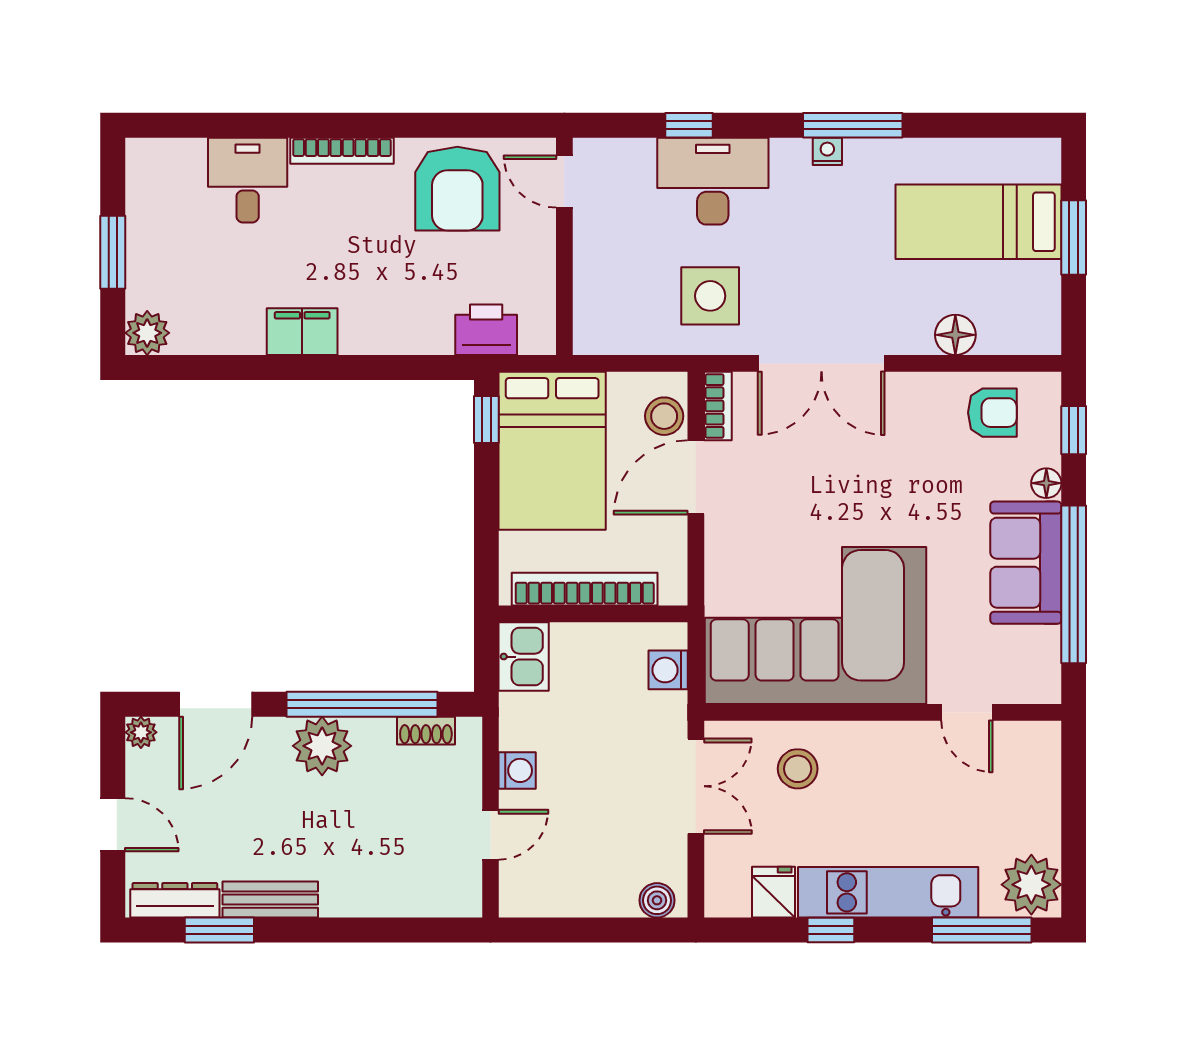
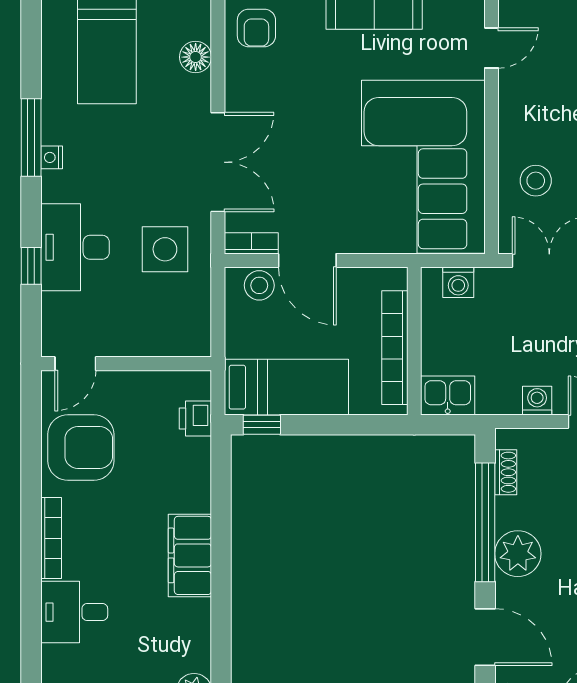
printer: (486, 330) -> (195, 419), width x0.73, depth x0.81
filing cabinet: (302, 332) -> (190, 555), width x1.50, depth x1.17
armchair: (992, 413) -> (256, 28), turned 180
bed: (552, 451) -> (286, 387), width x0.67

